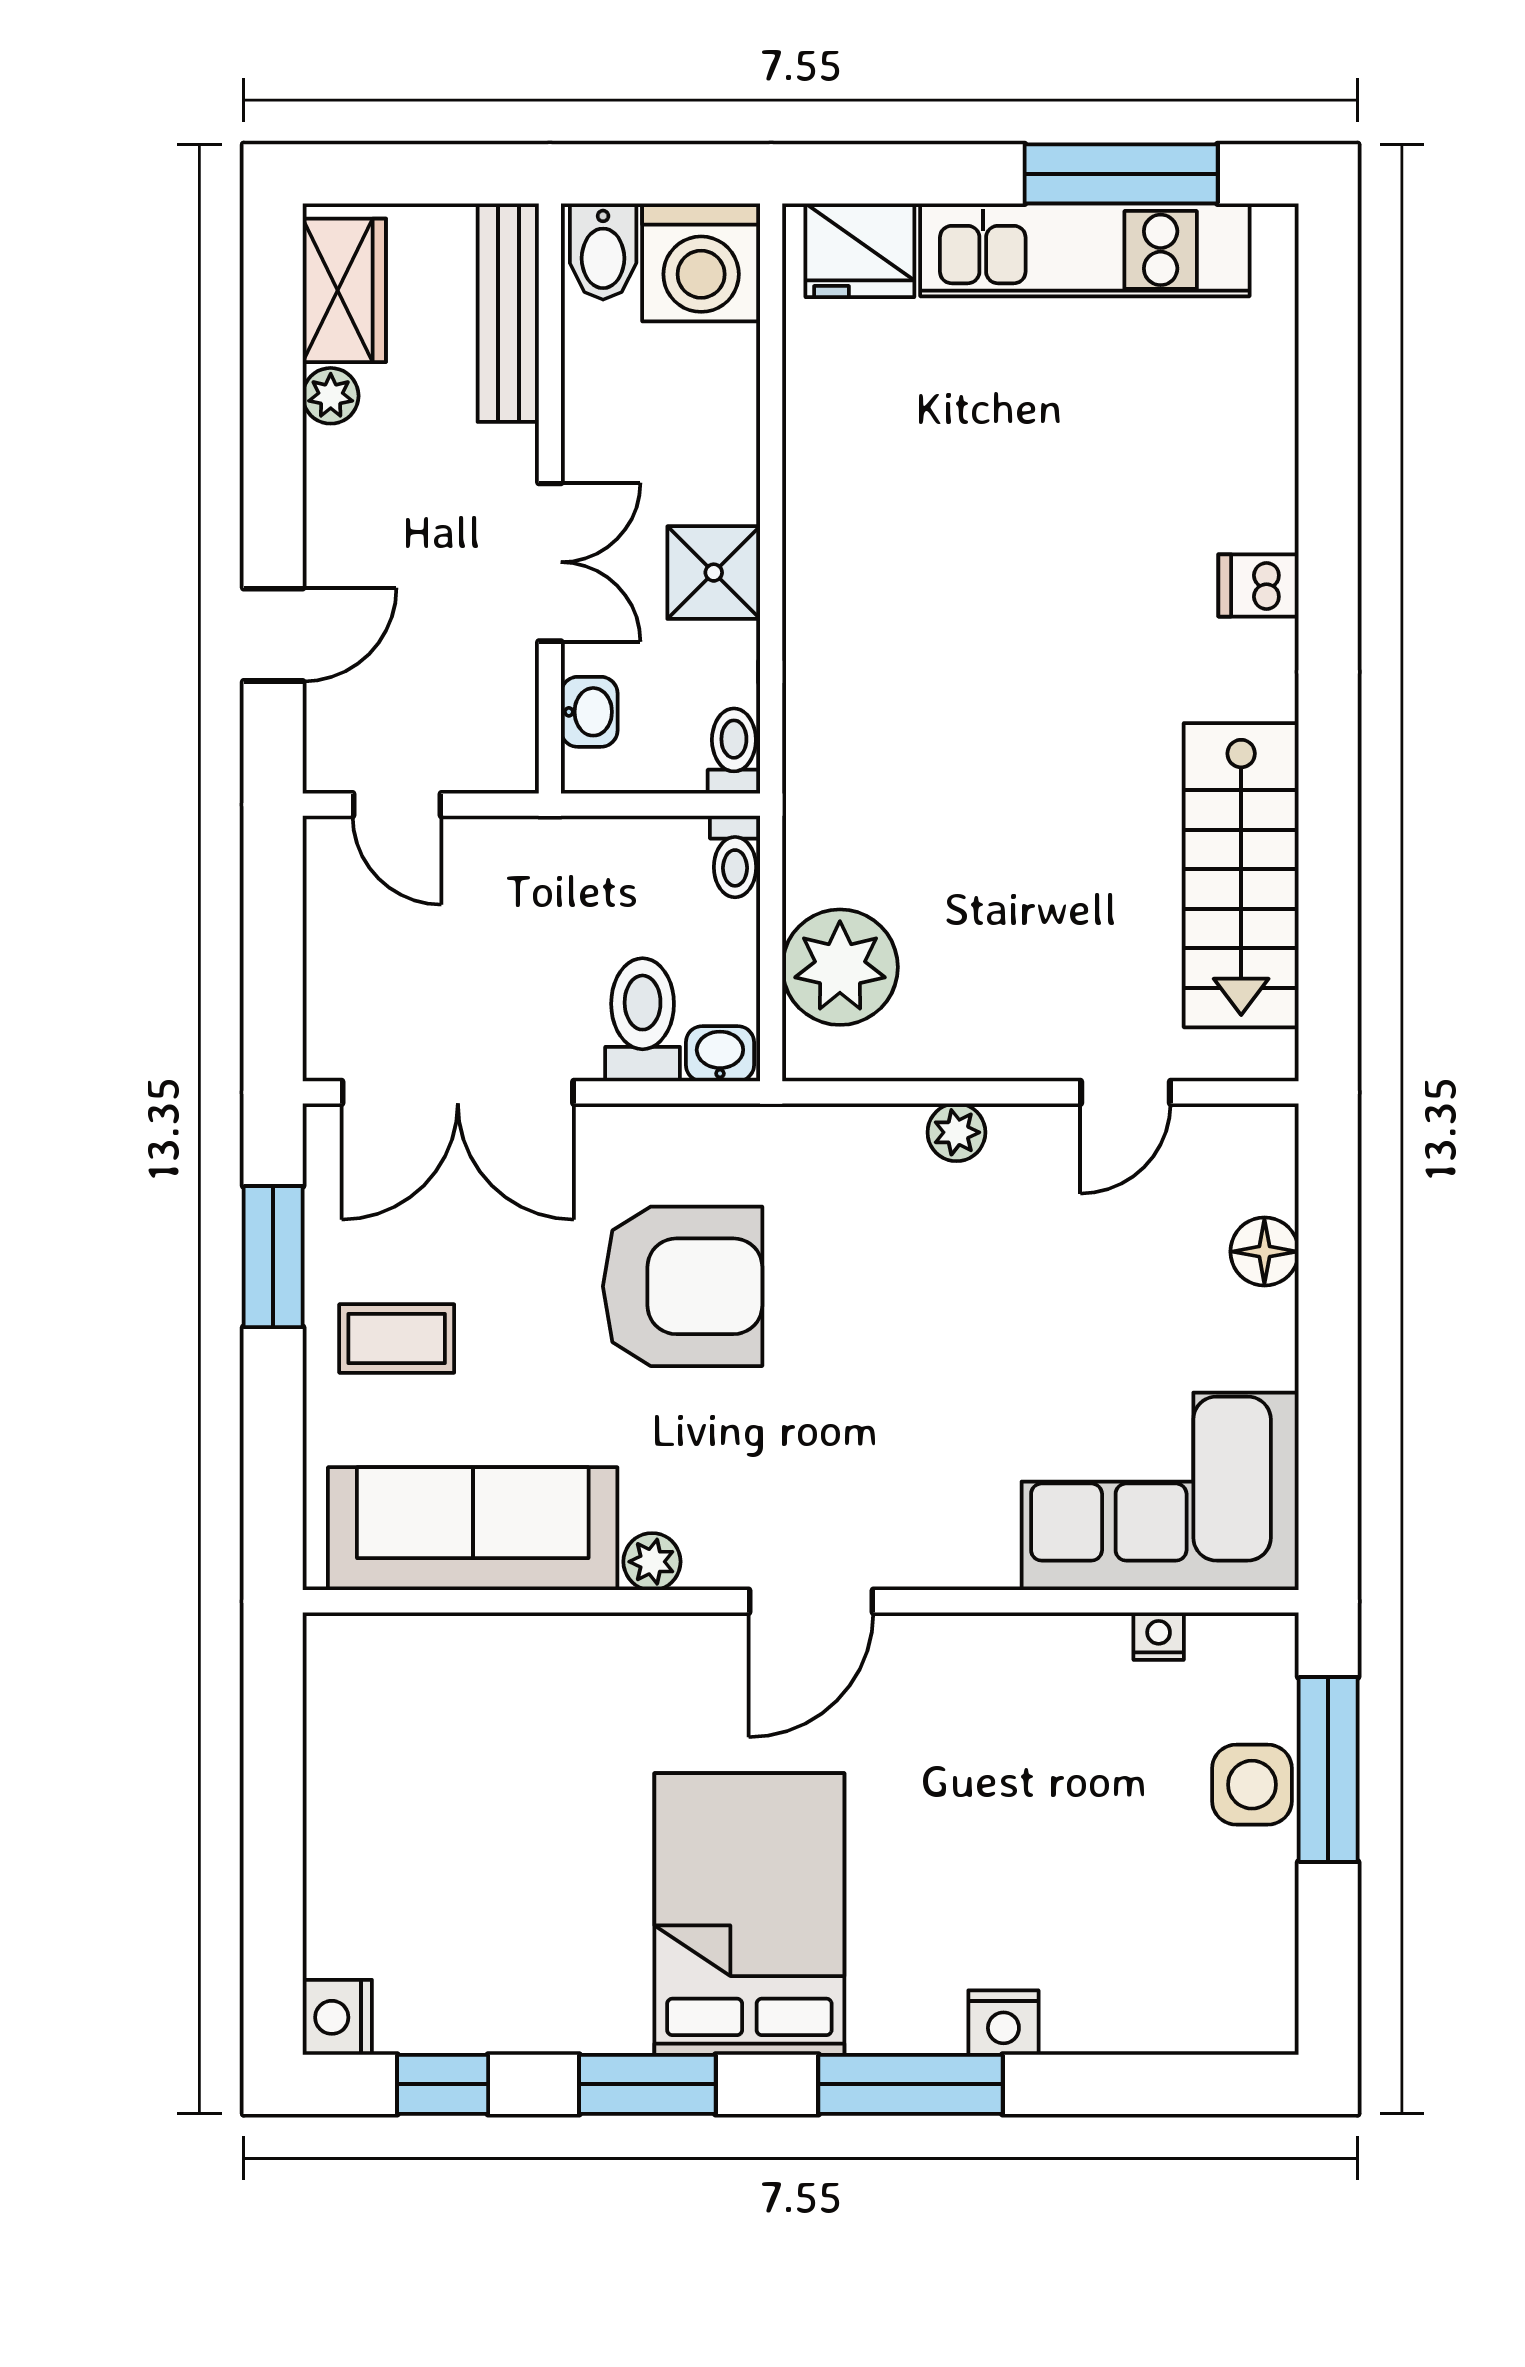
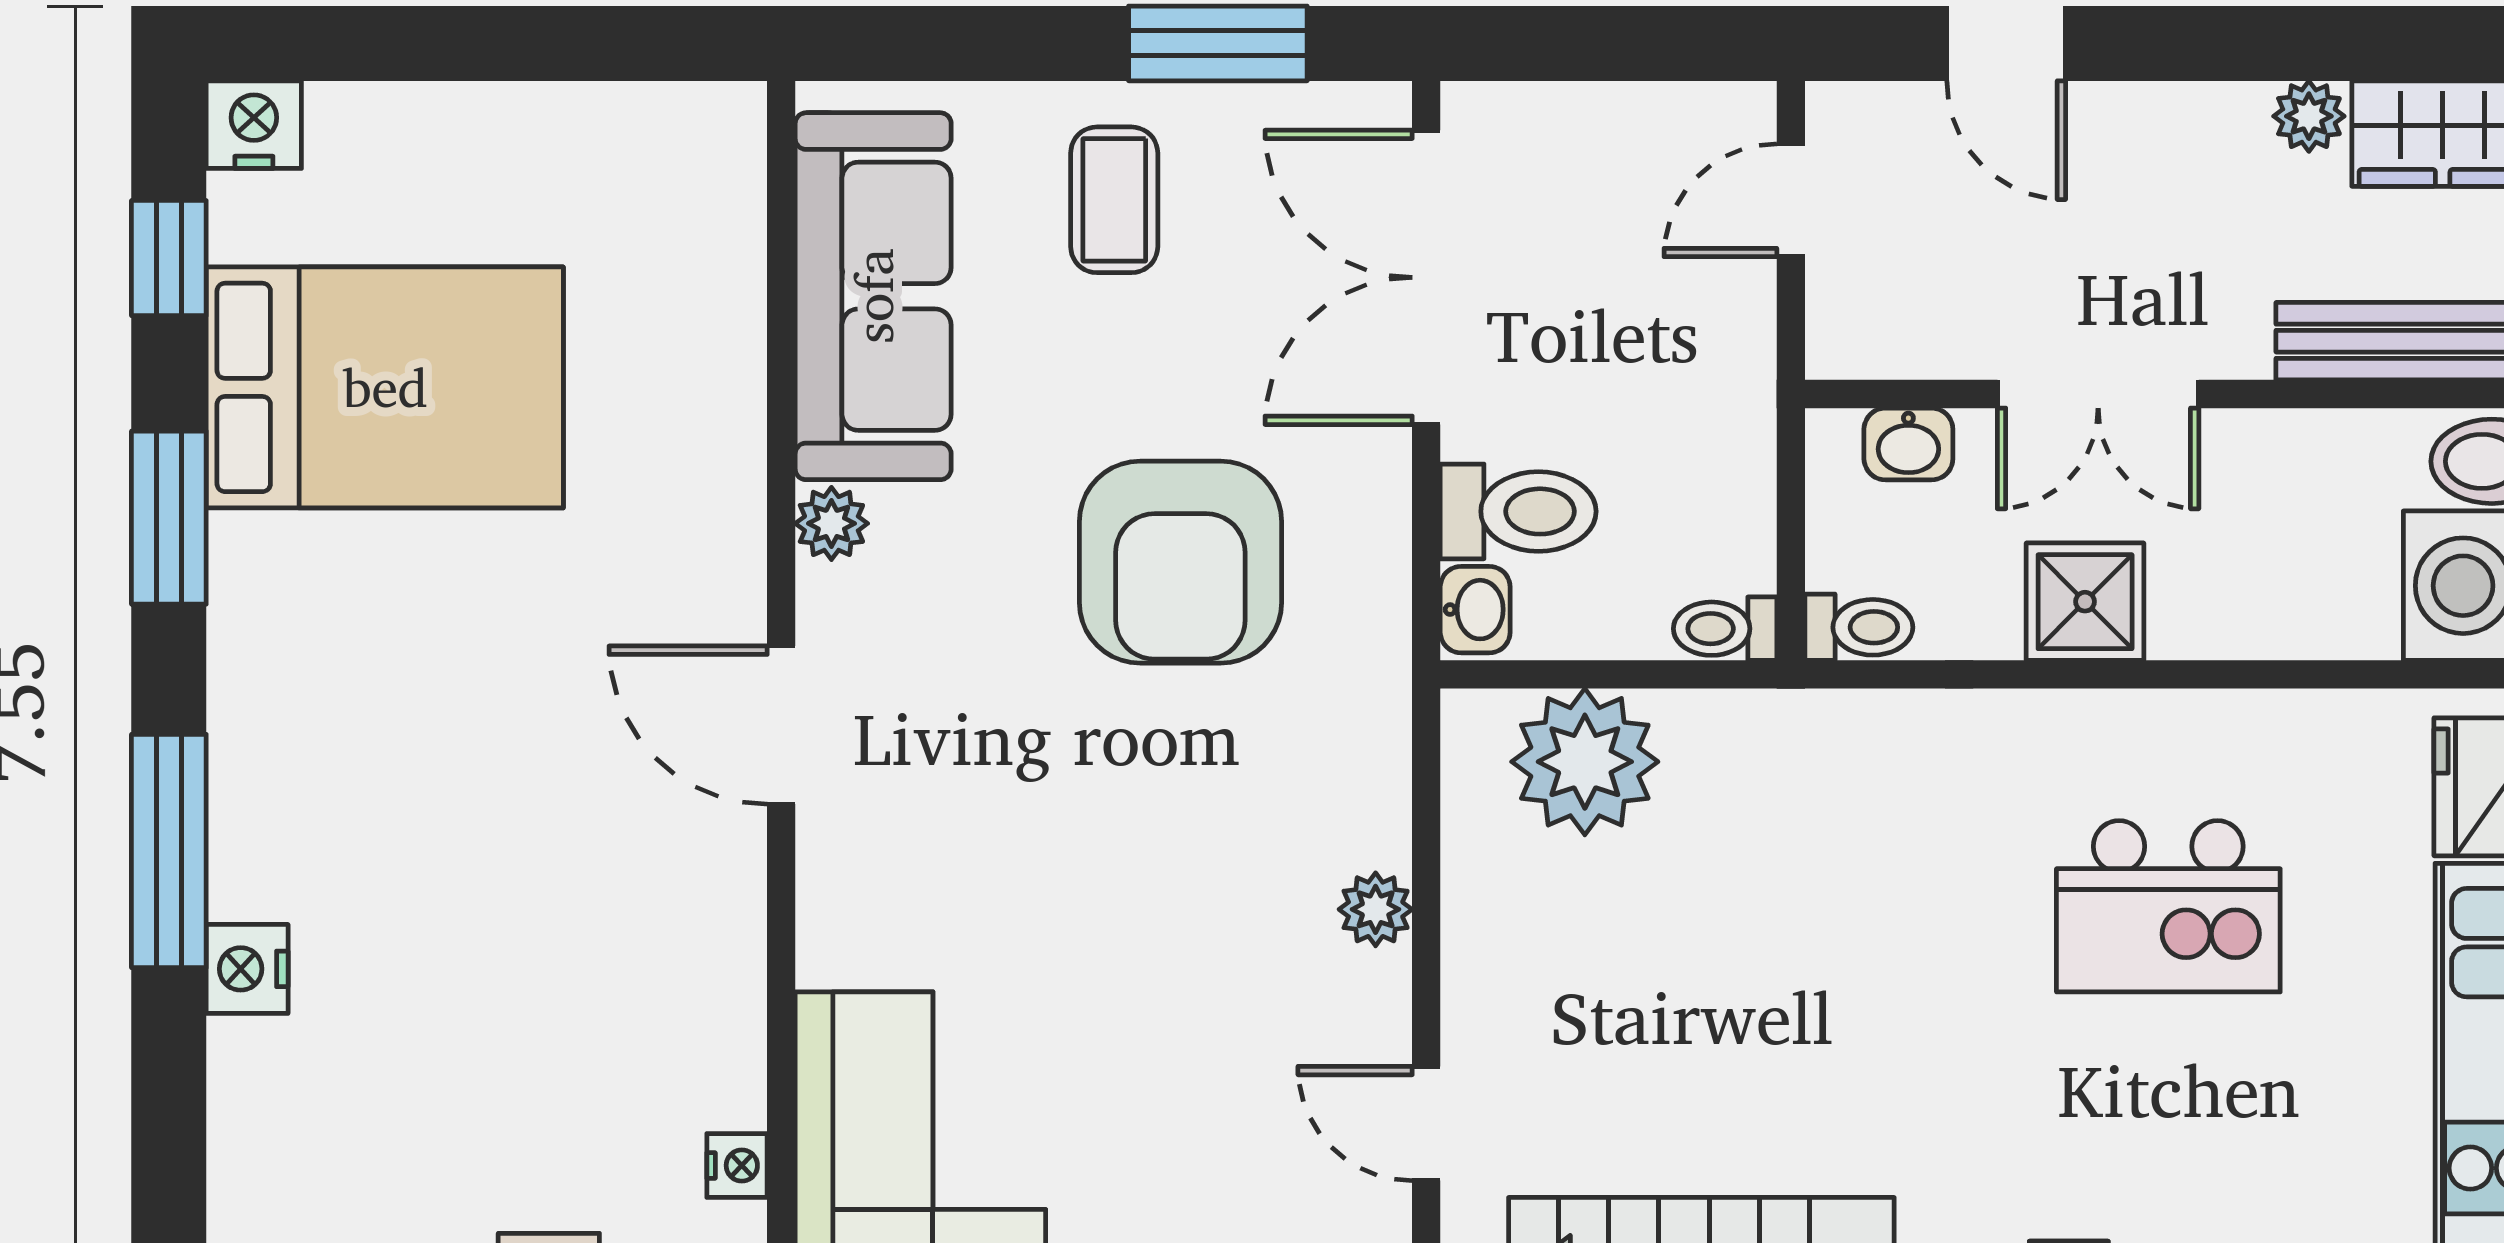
kitchen island: (954, 507) -> (2168, 906), added
bed: (749, 1914) -> (385, 387), moved

